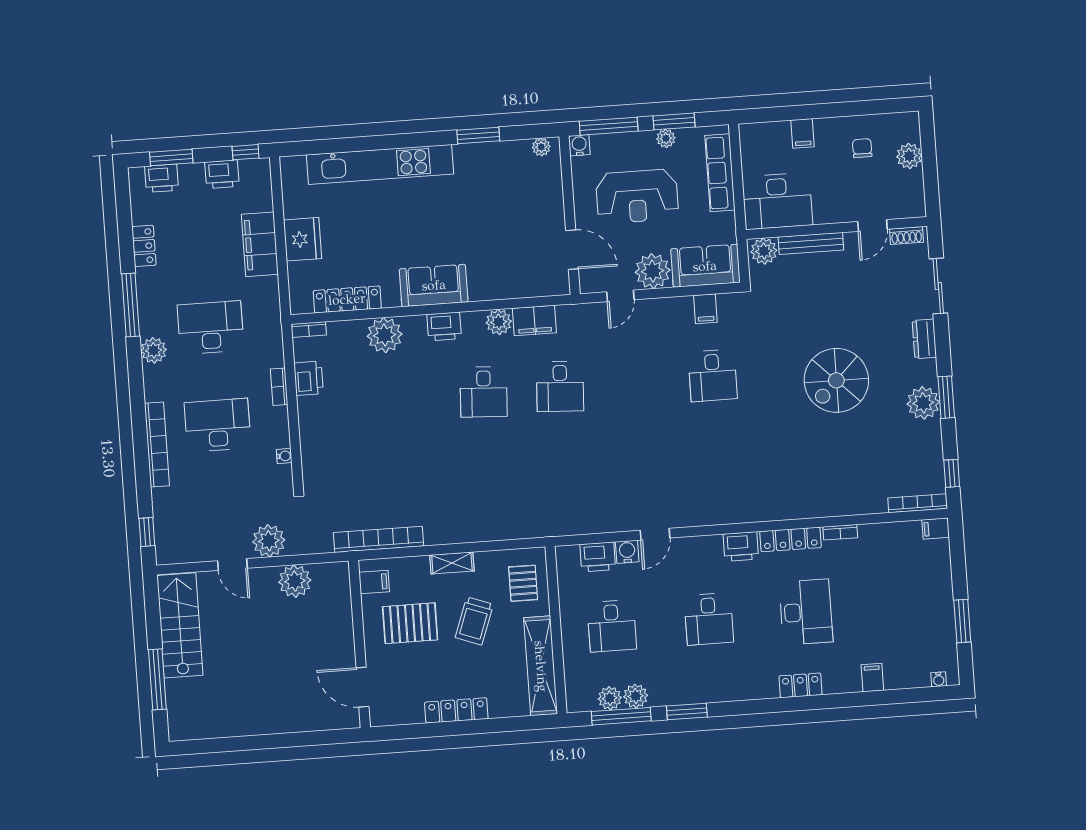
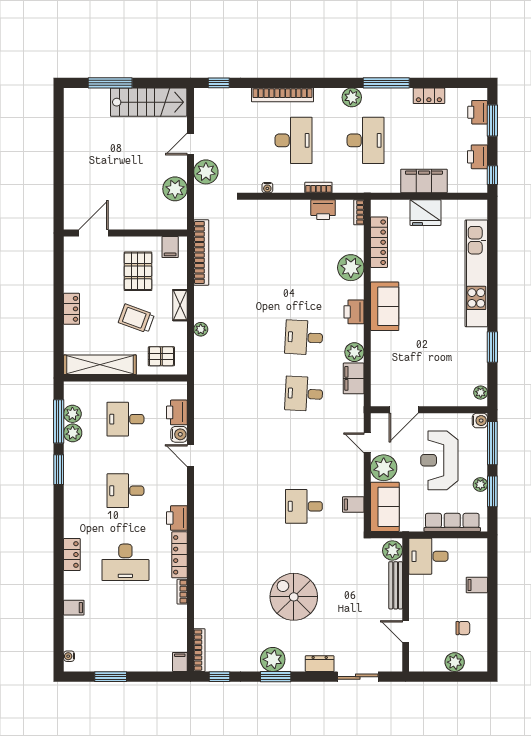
desk: (777, 201) -> (428, 556), width x0.73
shoe rack: (907, 236) -> (396, 656), removed
plant: (483, 533) -> (201, 329), added
locker: (456, 710) -> (72, 309), width x0.66

